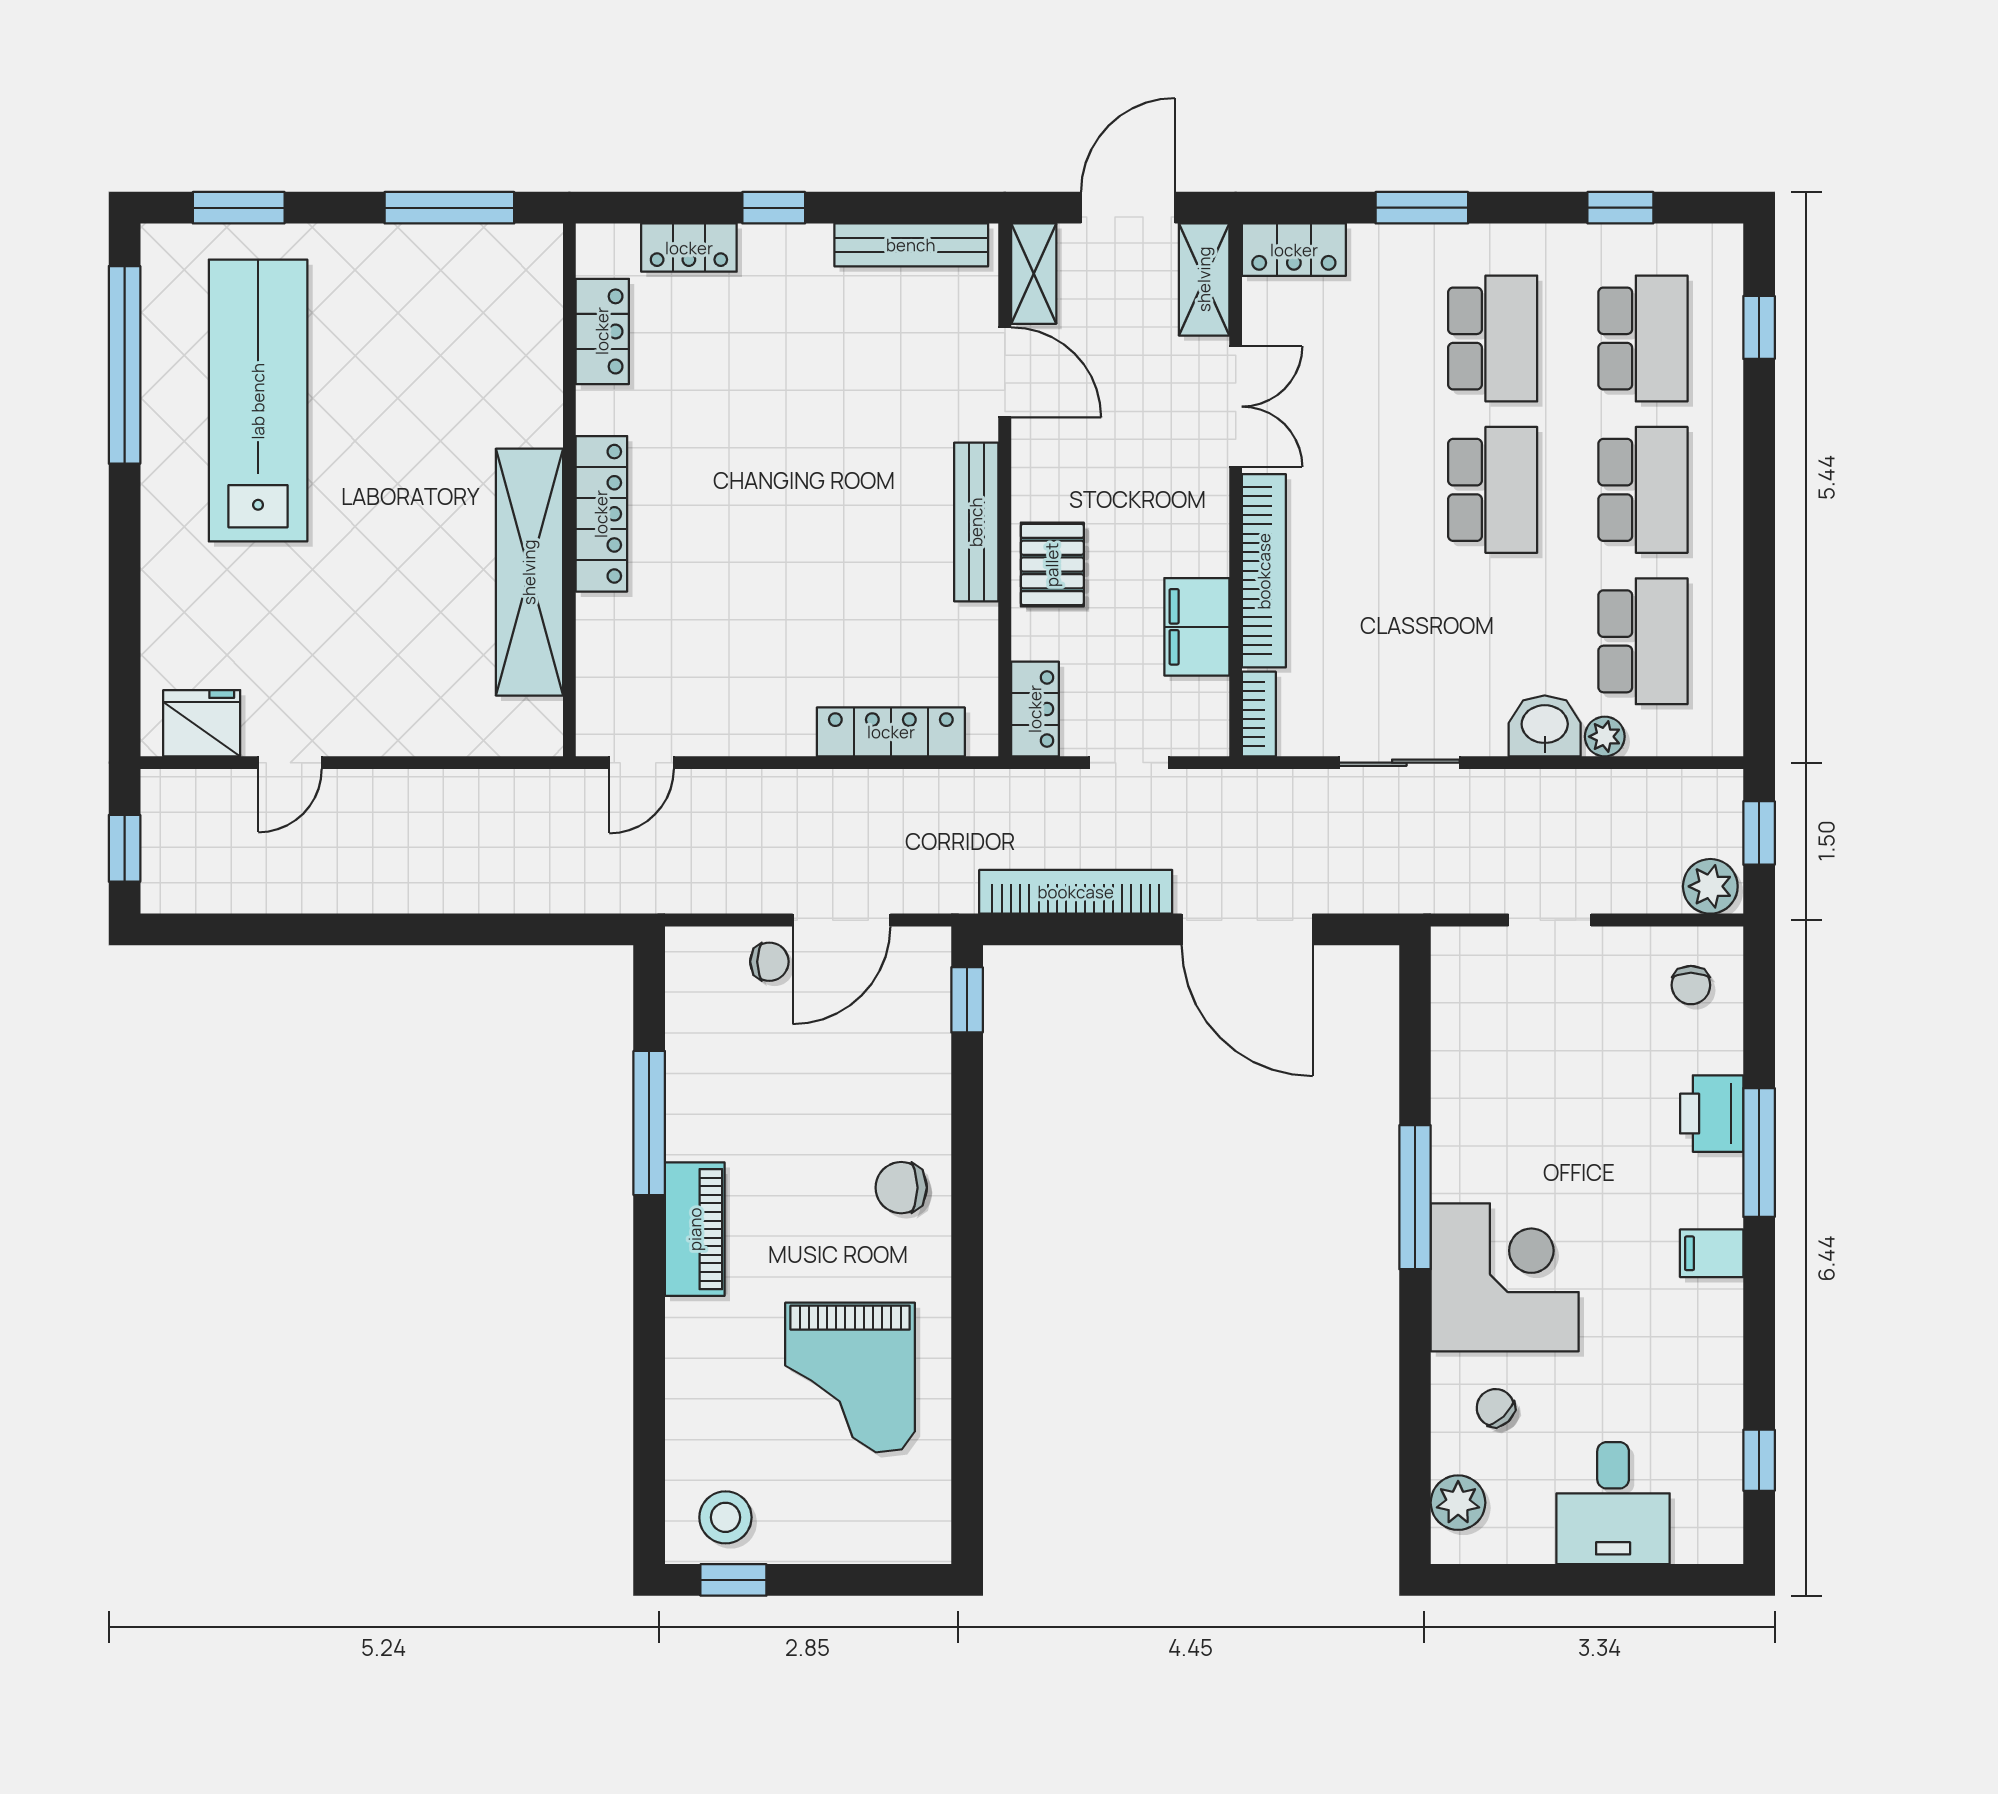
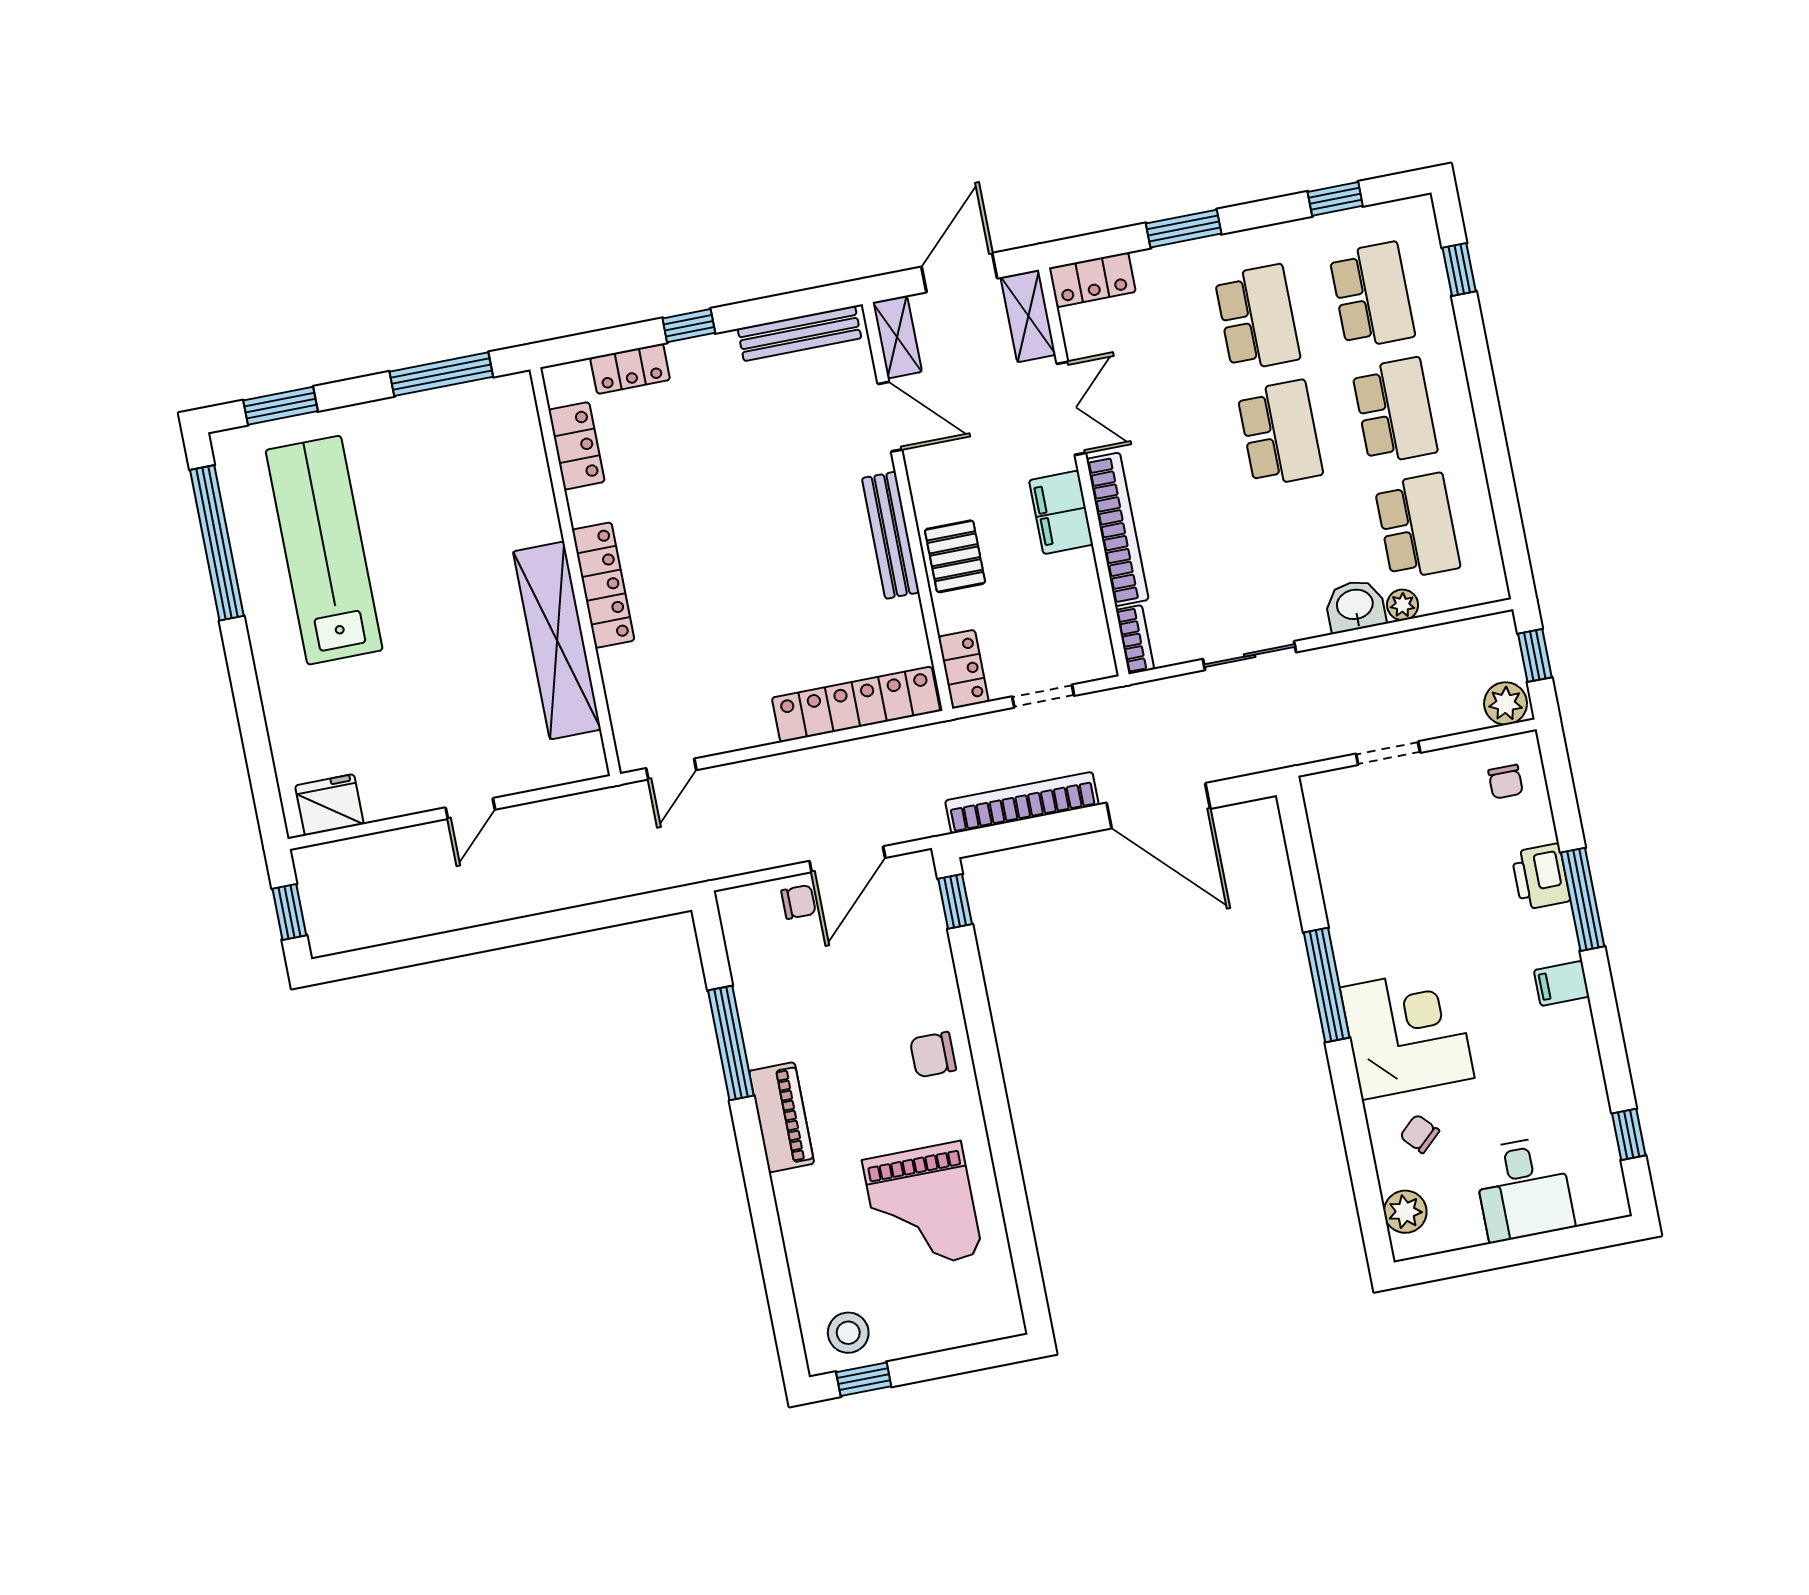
filing cabinet: (1197, 627) -> (1061, 512), moved
locker: (891, 732) -> (856, 704), width x1.41, depth x1.21
door: (290, 763) -> (470, 809), moved

